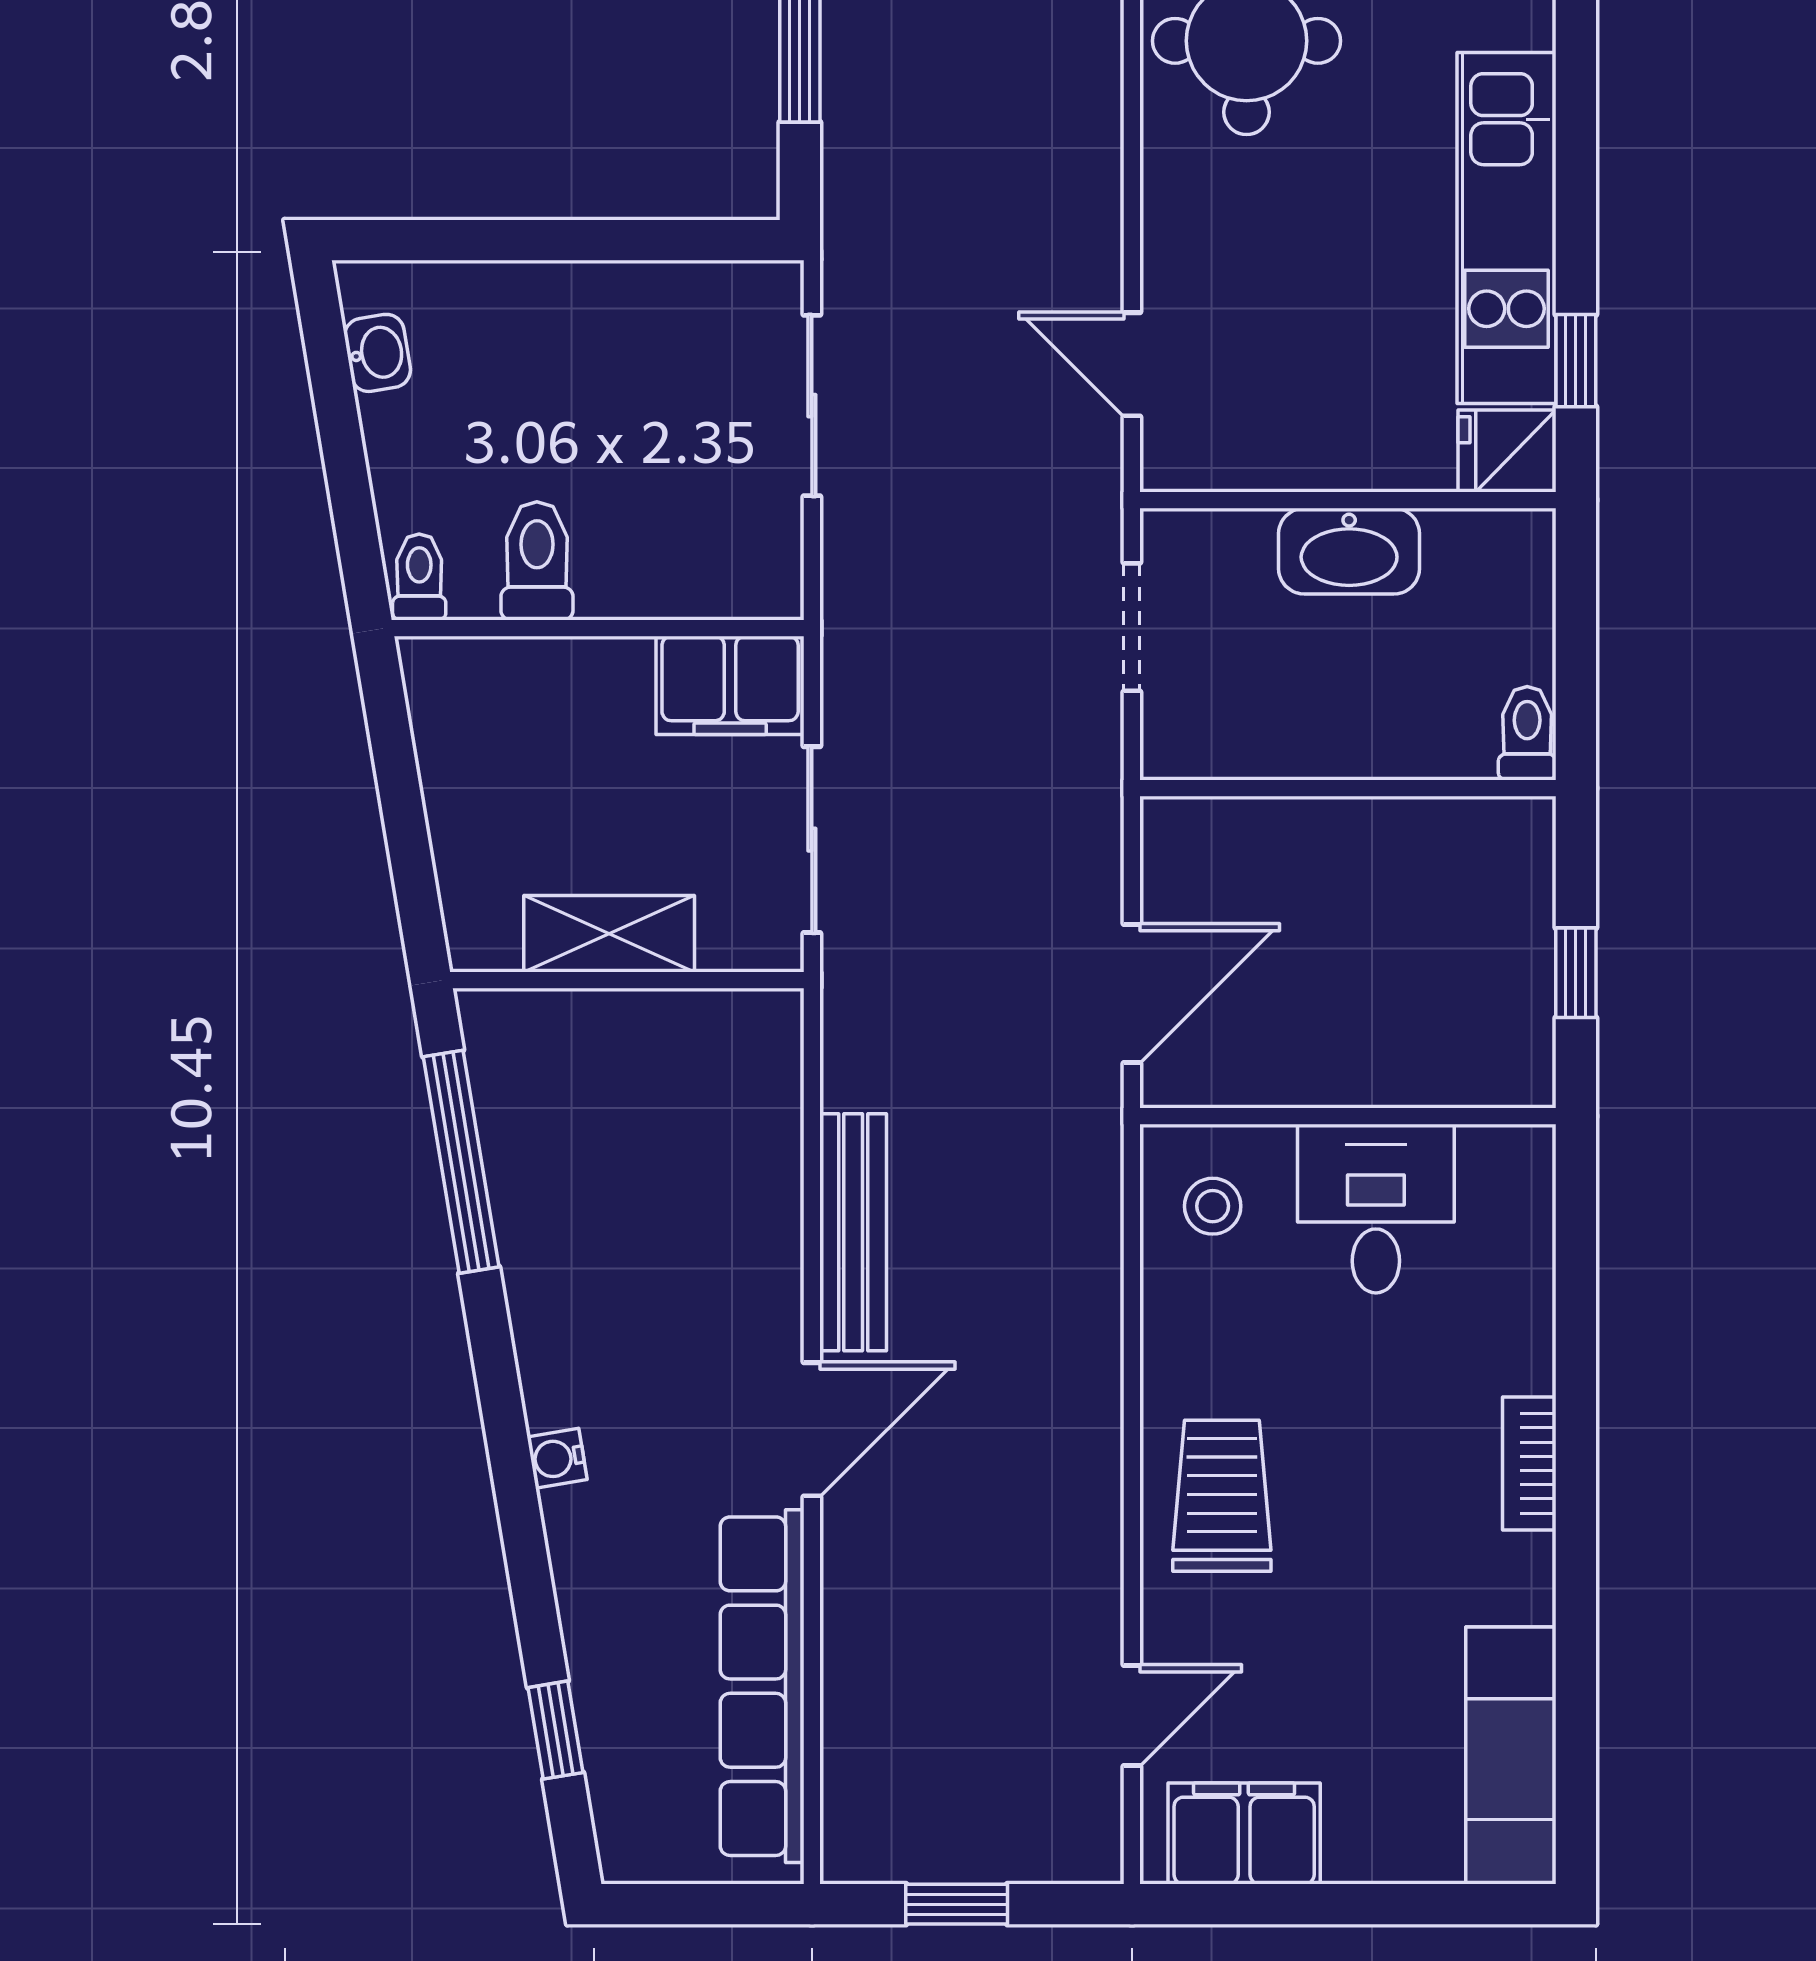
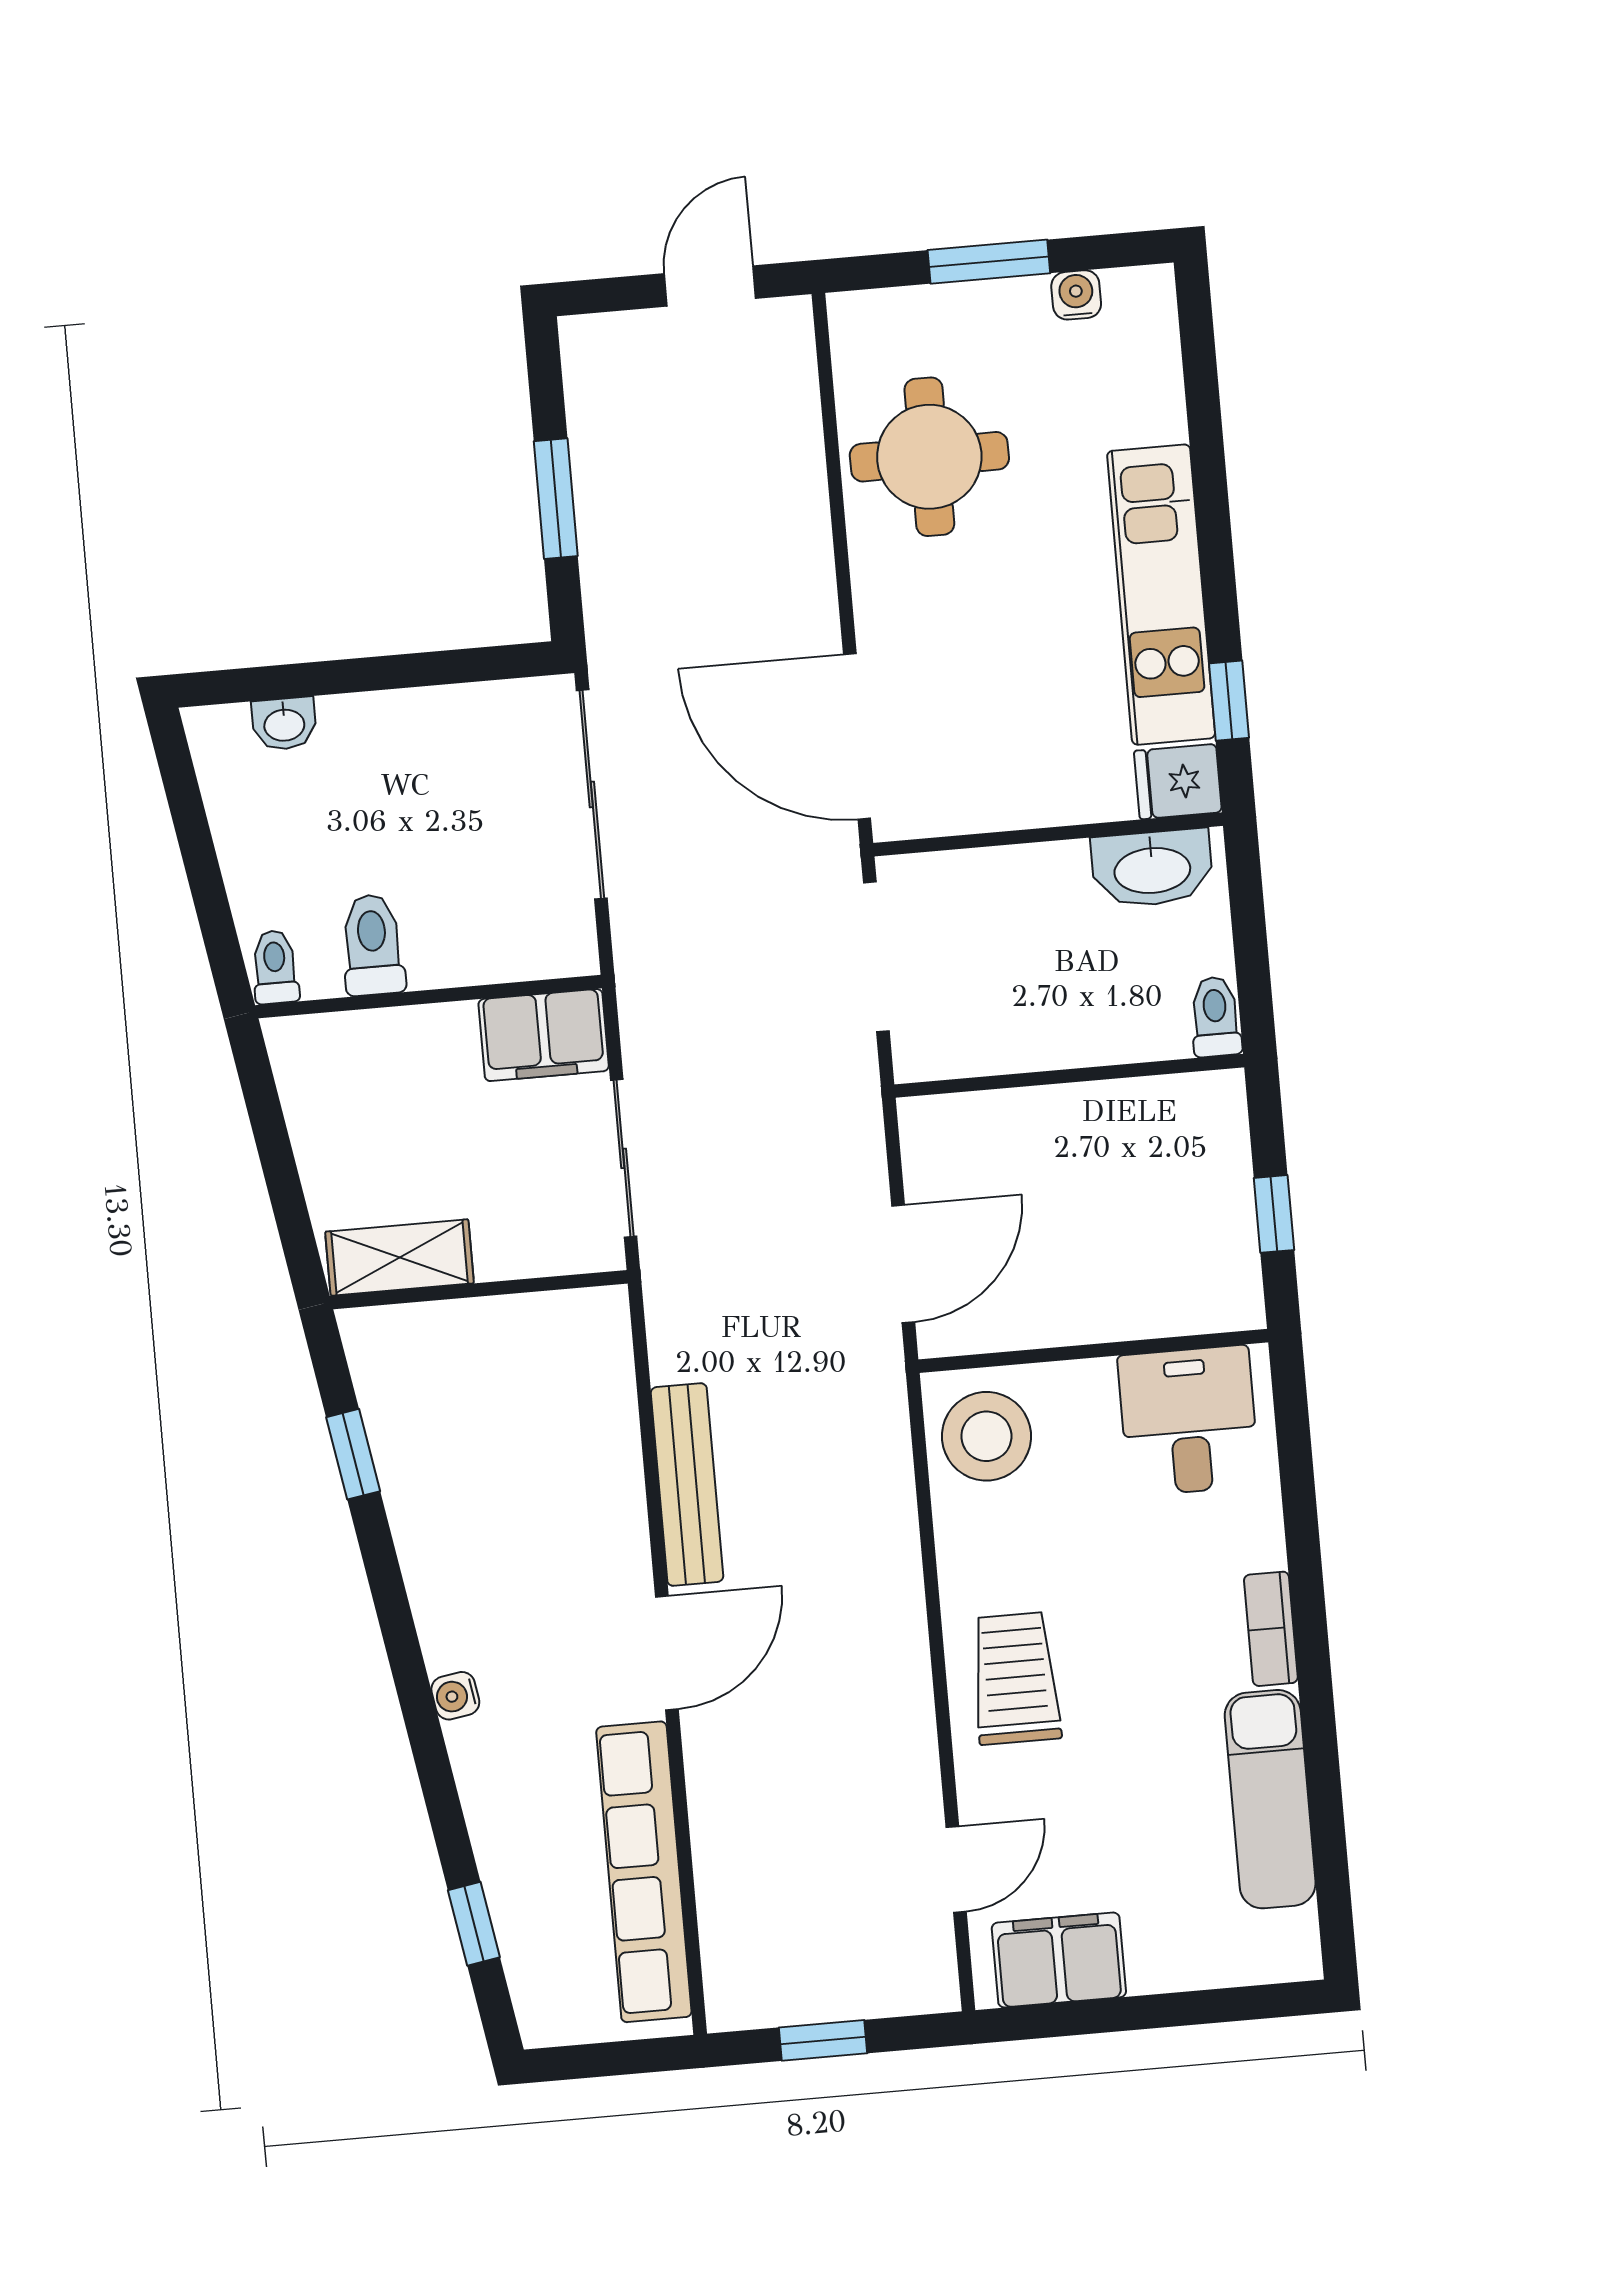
washbasin: (377, 353) -> (284, 724), moved, turned 99
door: (1132, 364) -> (857, 736), width x1.87
sliding door: (812, 406) -> (592, 794), width x1.37
washbasin: (1349, 551) -> (1152, 868), moved
doorway: (1132, 627) -> (876, 957), width x1.38
shelving: (609, 934) -> (400, 1257), moved
window: (461, 1162) -> (353, 1454), width x0.46
stool: (1213, 1206) -> (986, 1436), width x1.89, depth x1.89
desk: (1376, 1209) -> (1189, 1421), moved
exam couch: (1511, 1755) -> (1270, 1799), moved

